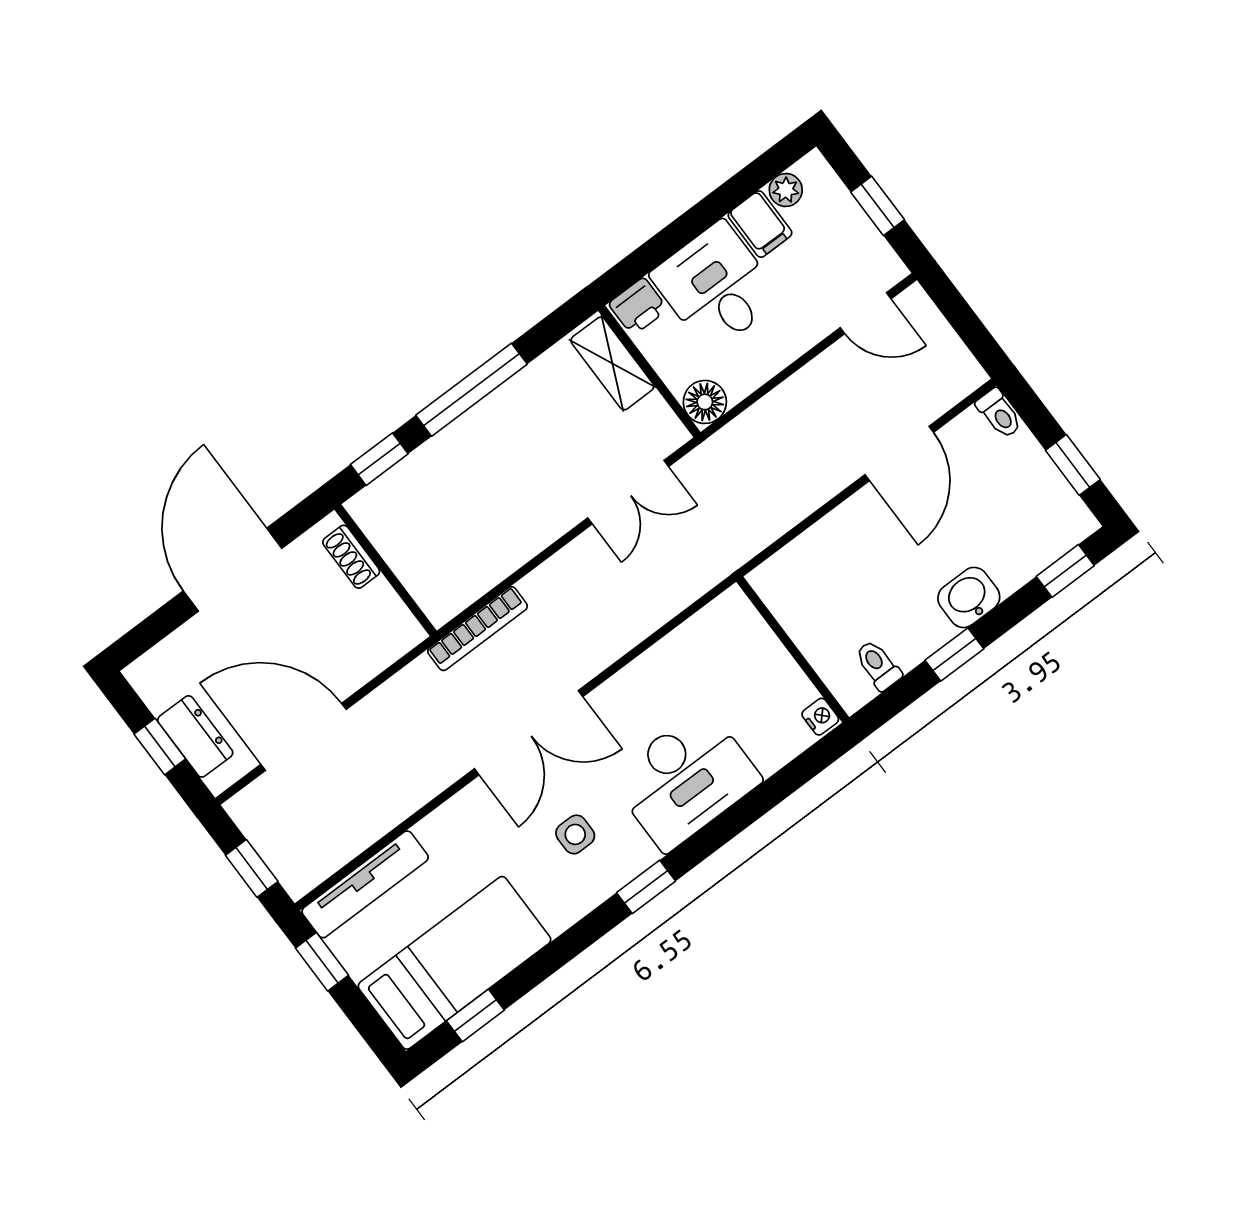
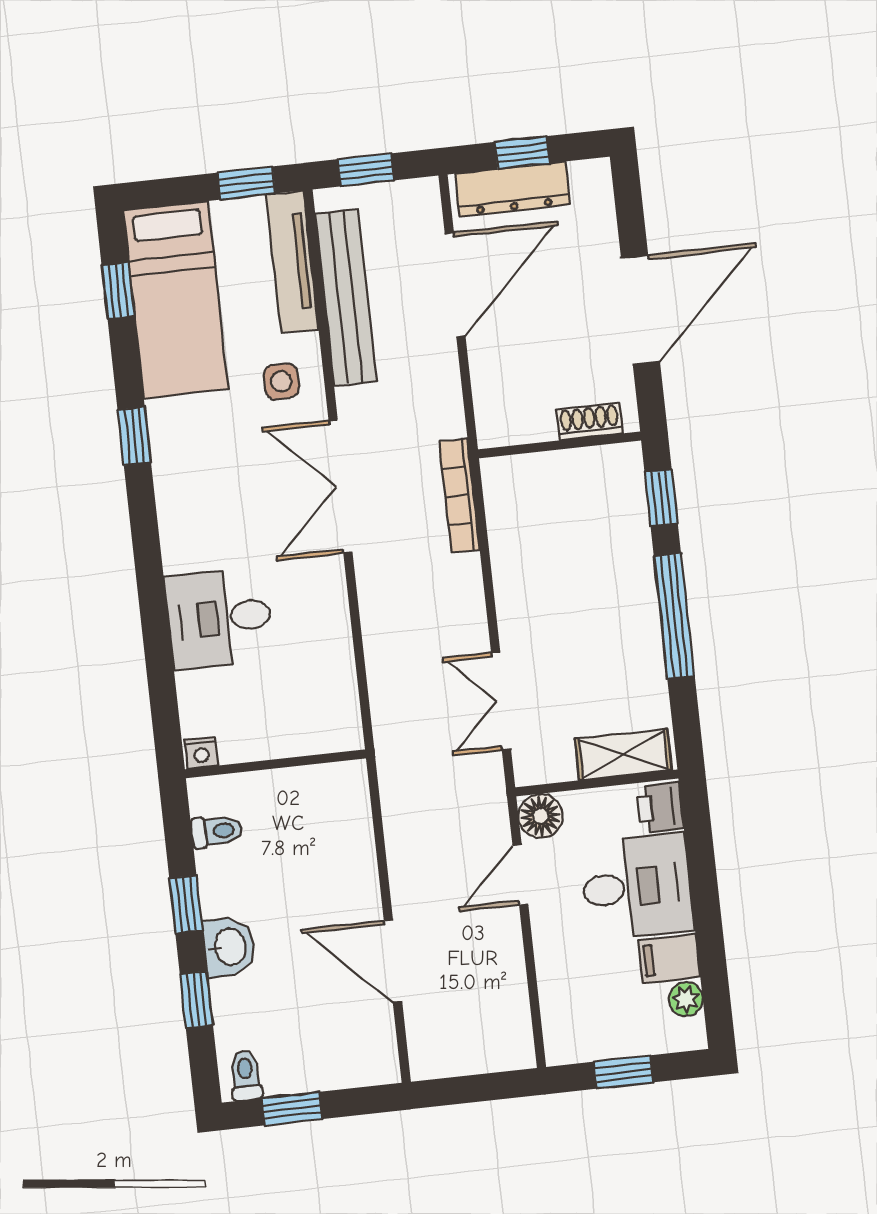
door: (866, 313) -> (520, 875), moved
toilet: (999, 413) -> (246, 1075), moved, turned 90
door: (233, 570) -> (640, 310), hinge flipped
window: (1065, 571) -> (196, 1000), moved
dresser: (195, 736) -> (512, 189), width x1.44
desk: (685, 779) -> (219, 618), width x0.73
bench: (368, 822) -> (346, 297), added
side table: (575, 834) -> (281, 381), moved
window: (646, 887) -> (134, 436), moved

